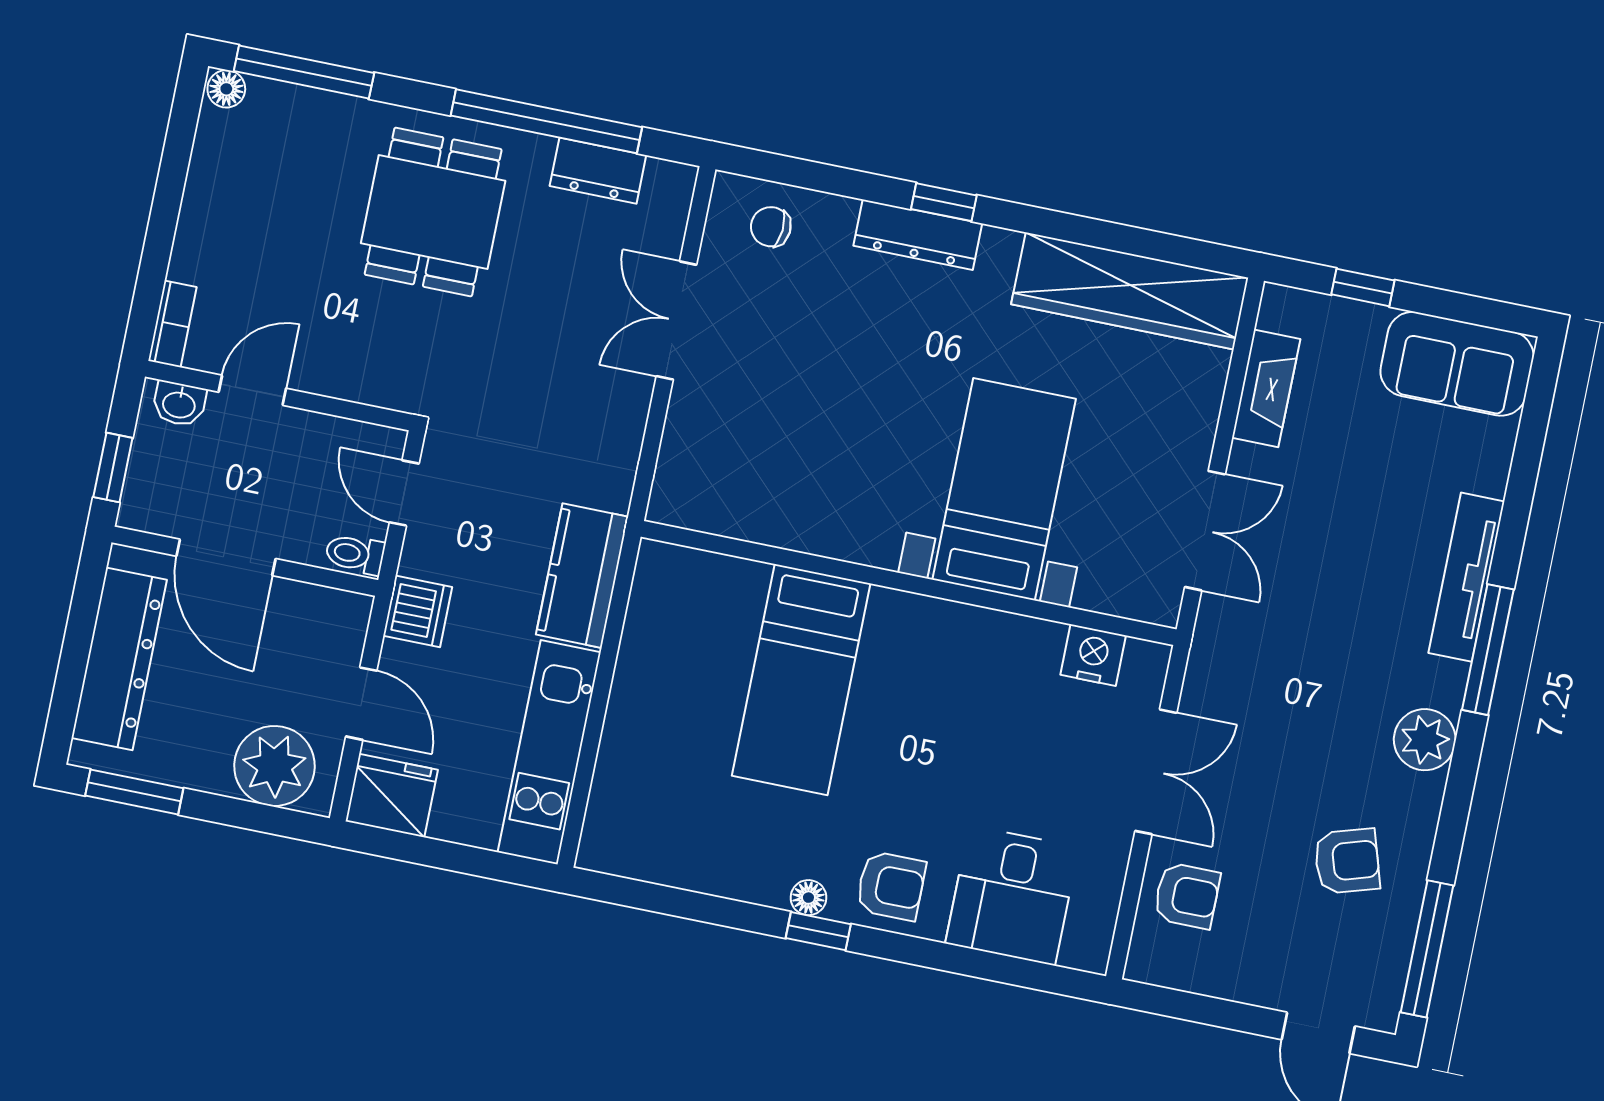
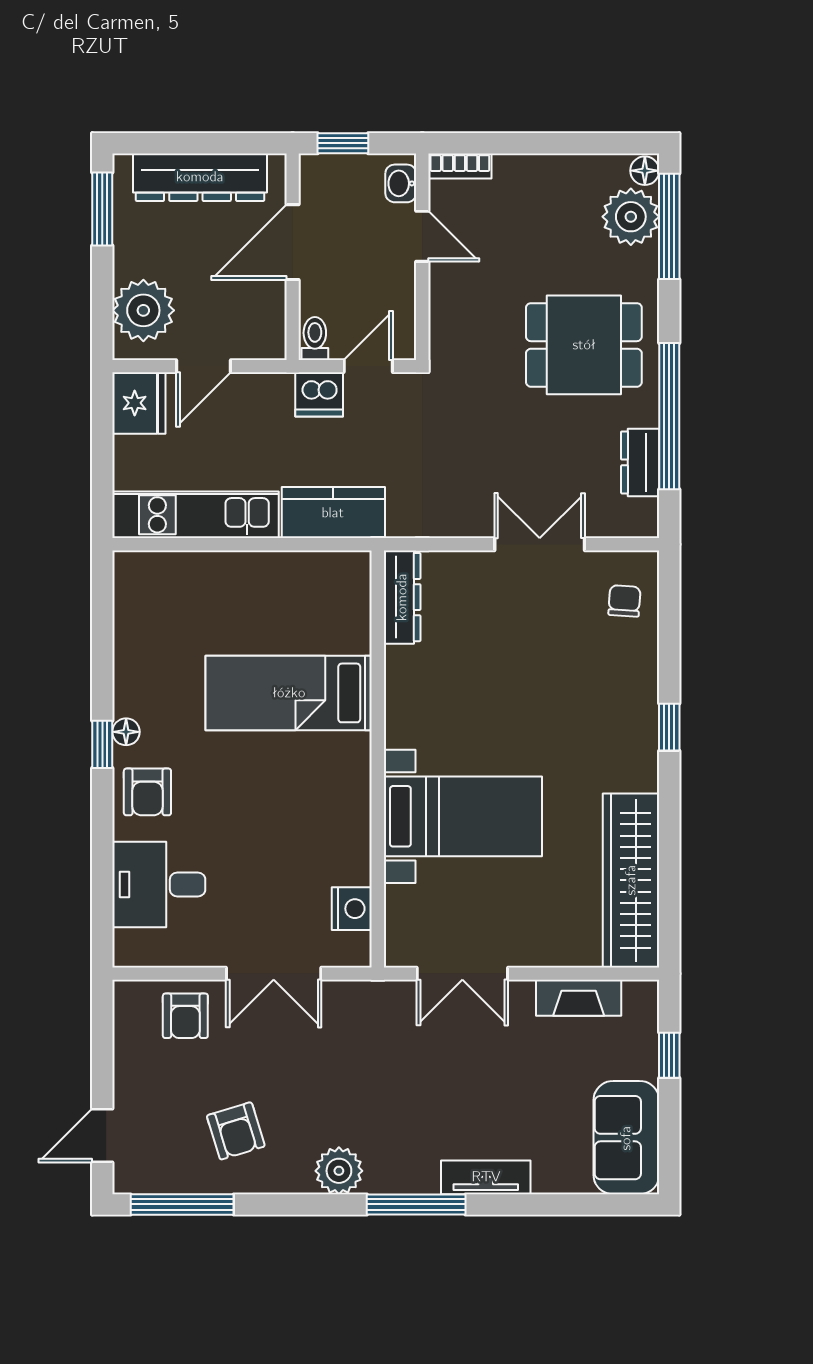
plant: (282, 119) -> (631, 217), added
dresser: (918, 235) -> (402, 597), moved, turned 180
tv unit: (1466, 577) -> (486, 1177), width x0.71
dishwasher: (418, 611) -> (319, 394), moved

